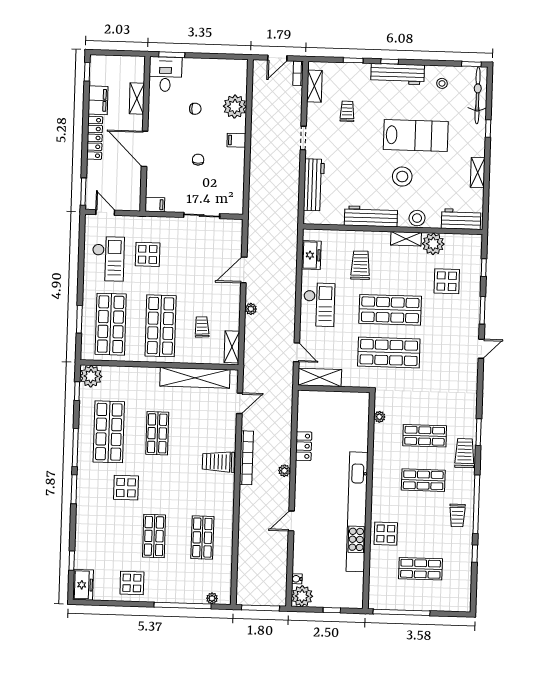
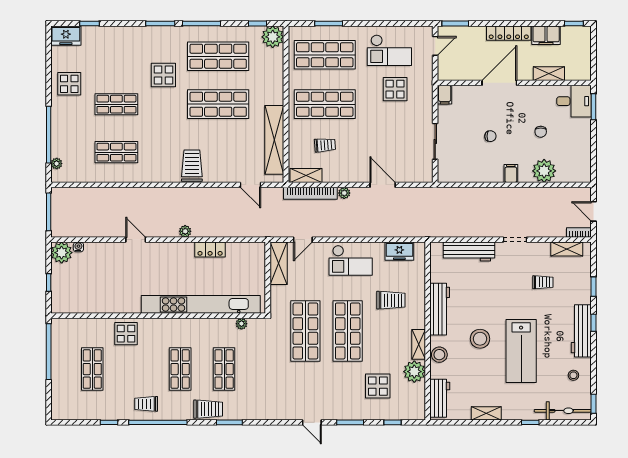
shop shelf: (157, 433) -> (218, 104), width x1.43, depth x1.36
bookcase: (246, 458) -> (310, 193), moved
kitchen unit: (357, 512) -> (201, 304), moved

